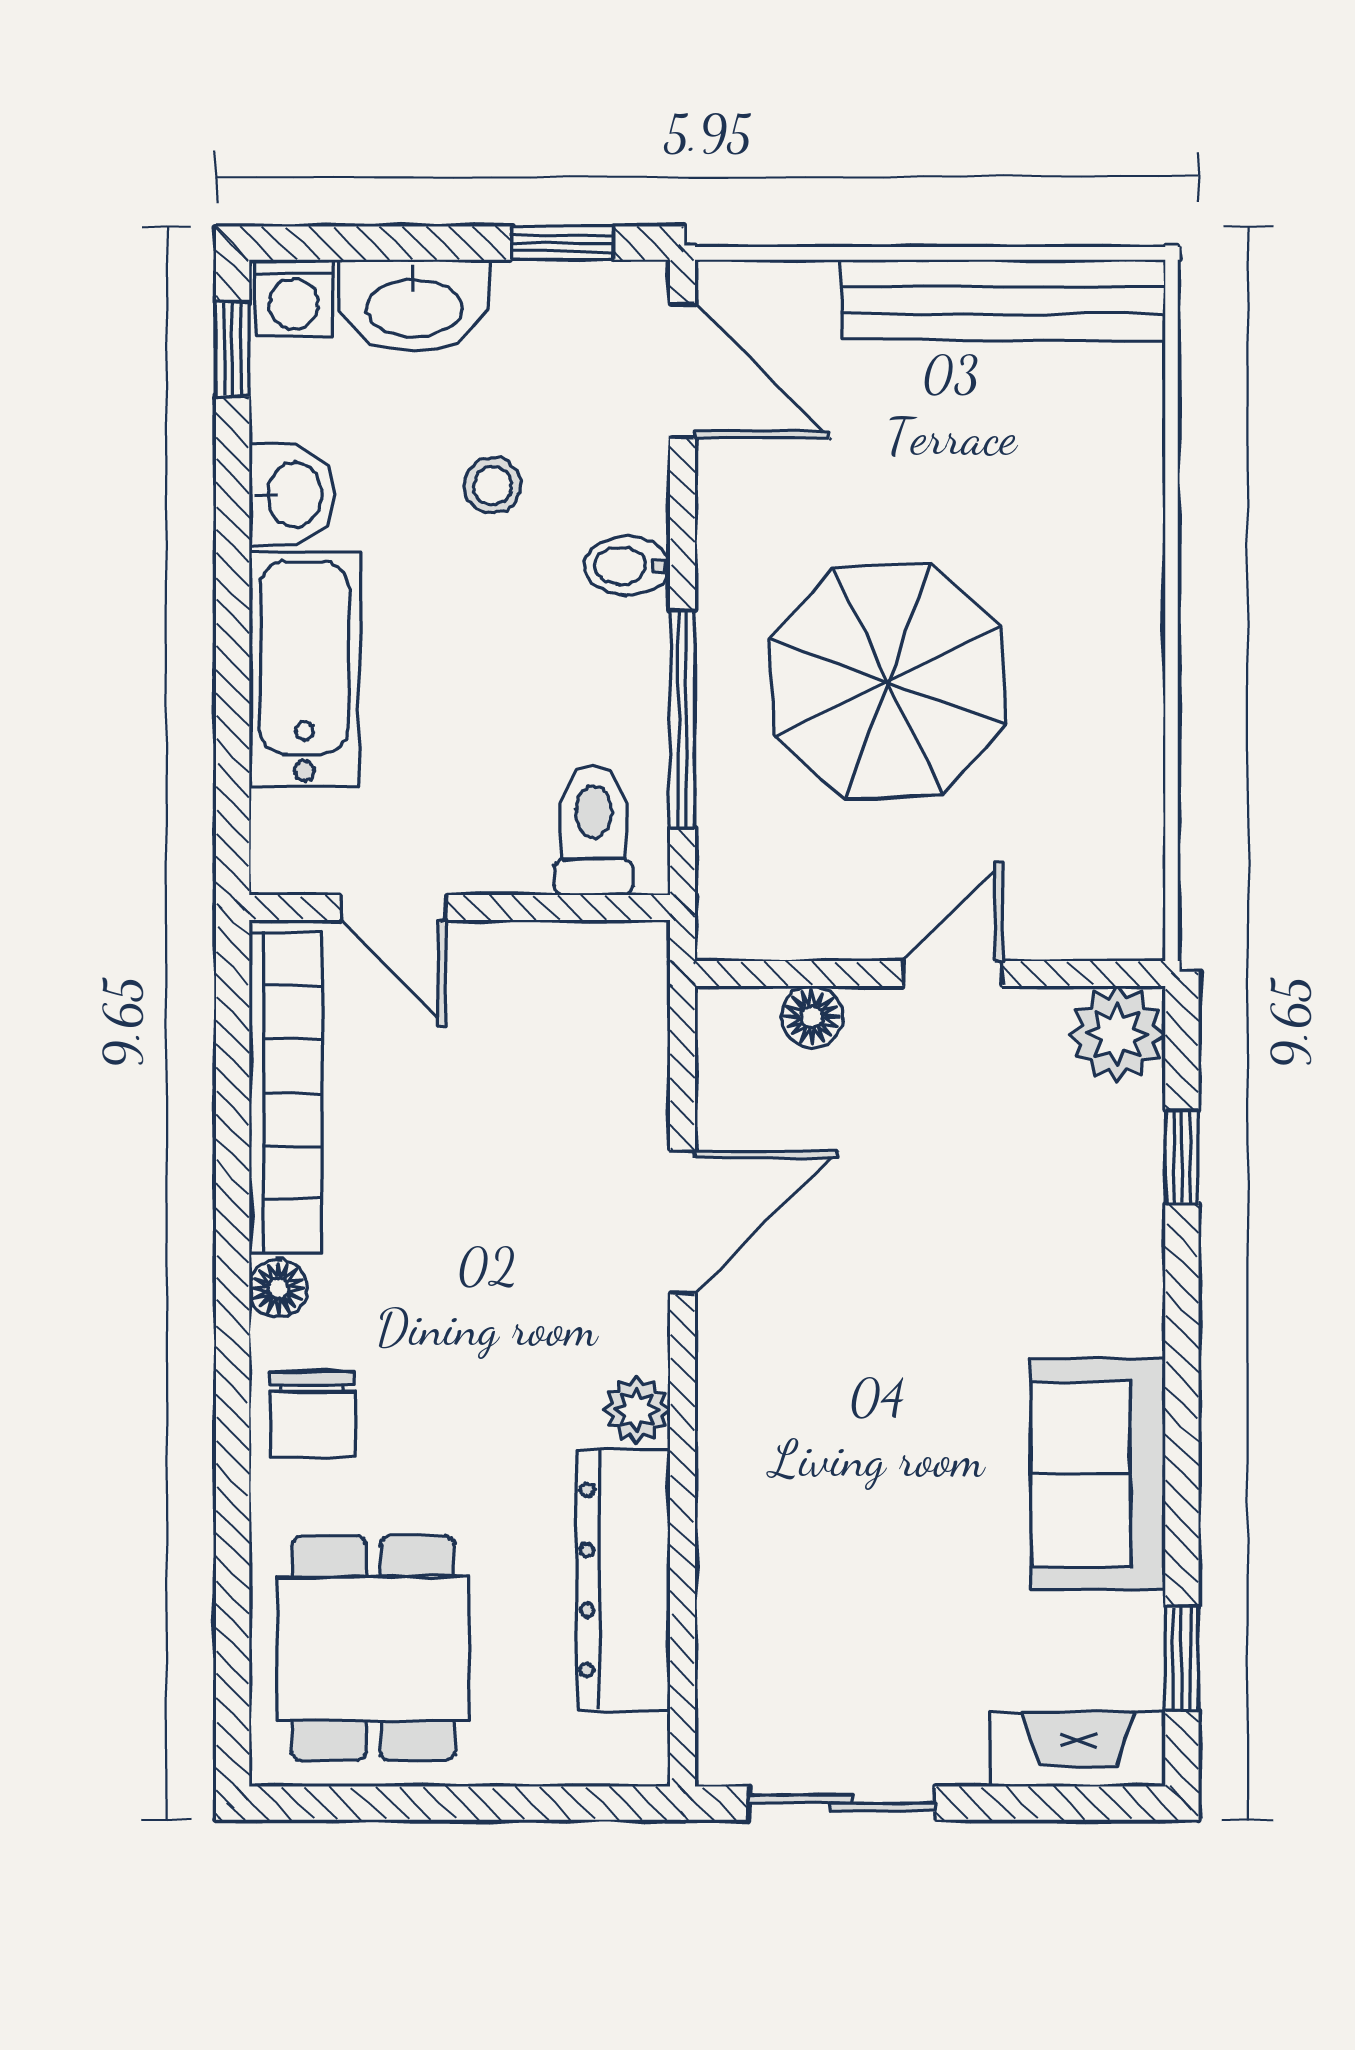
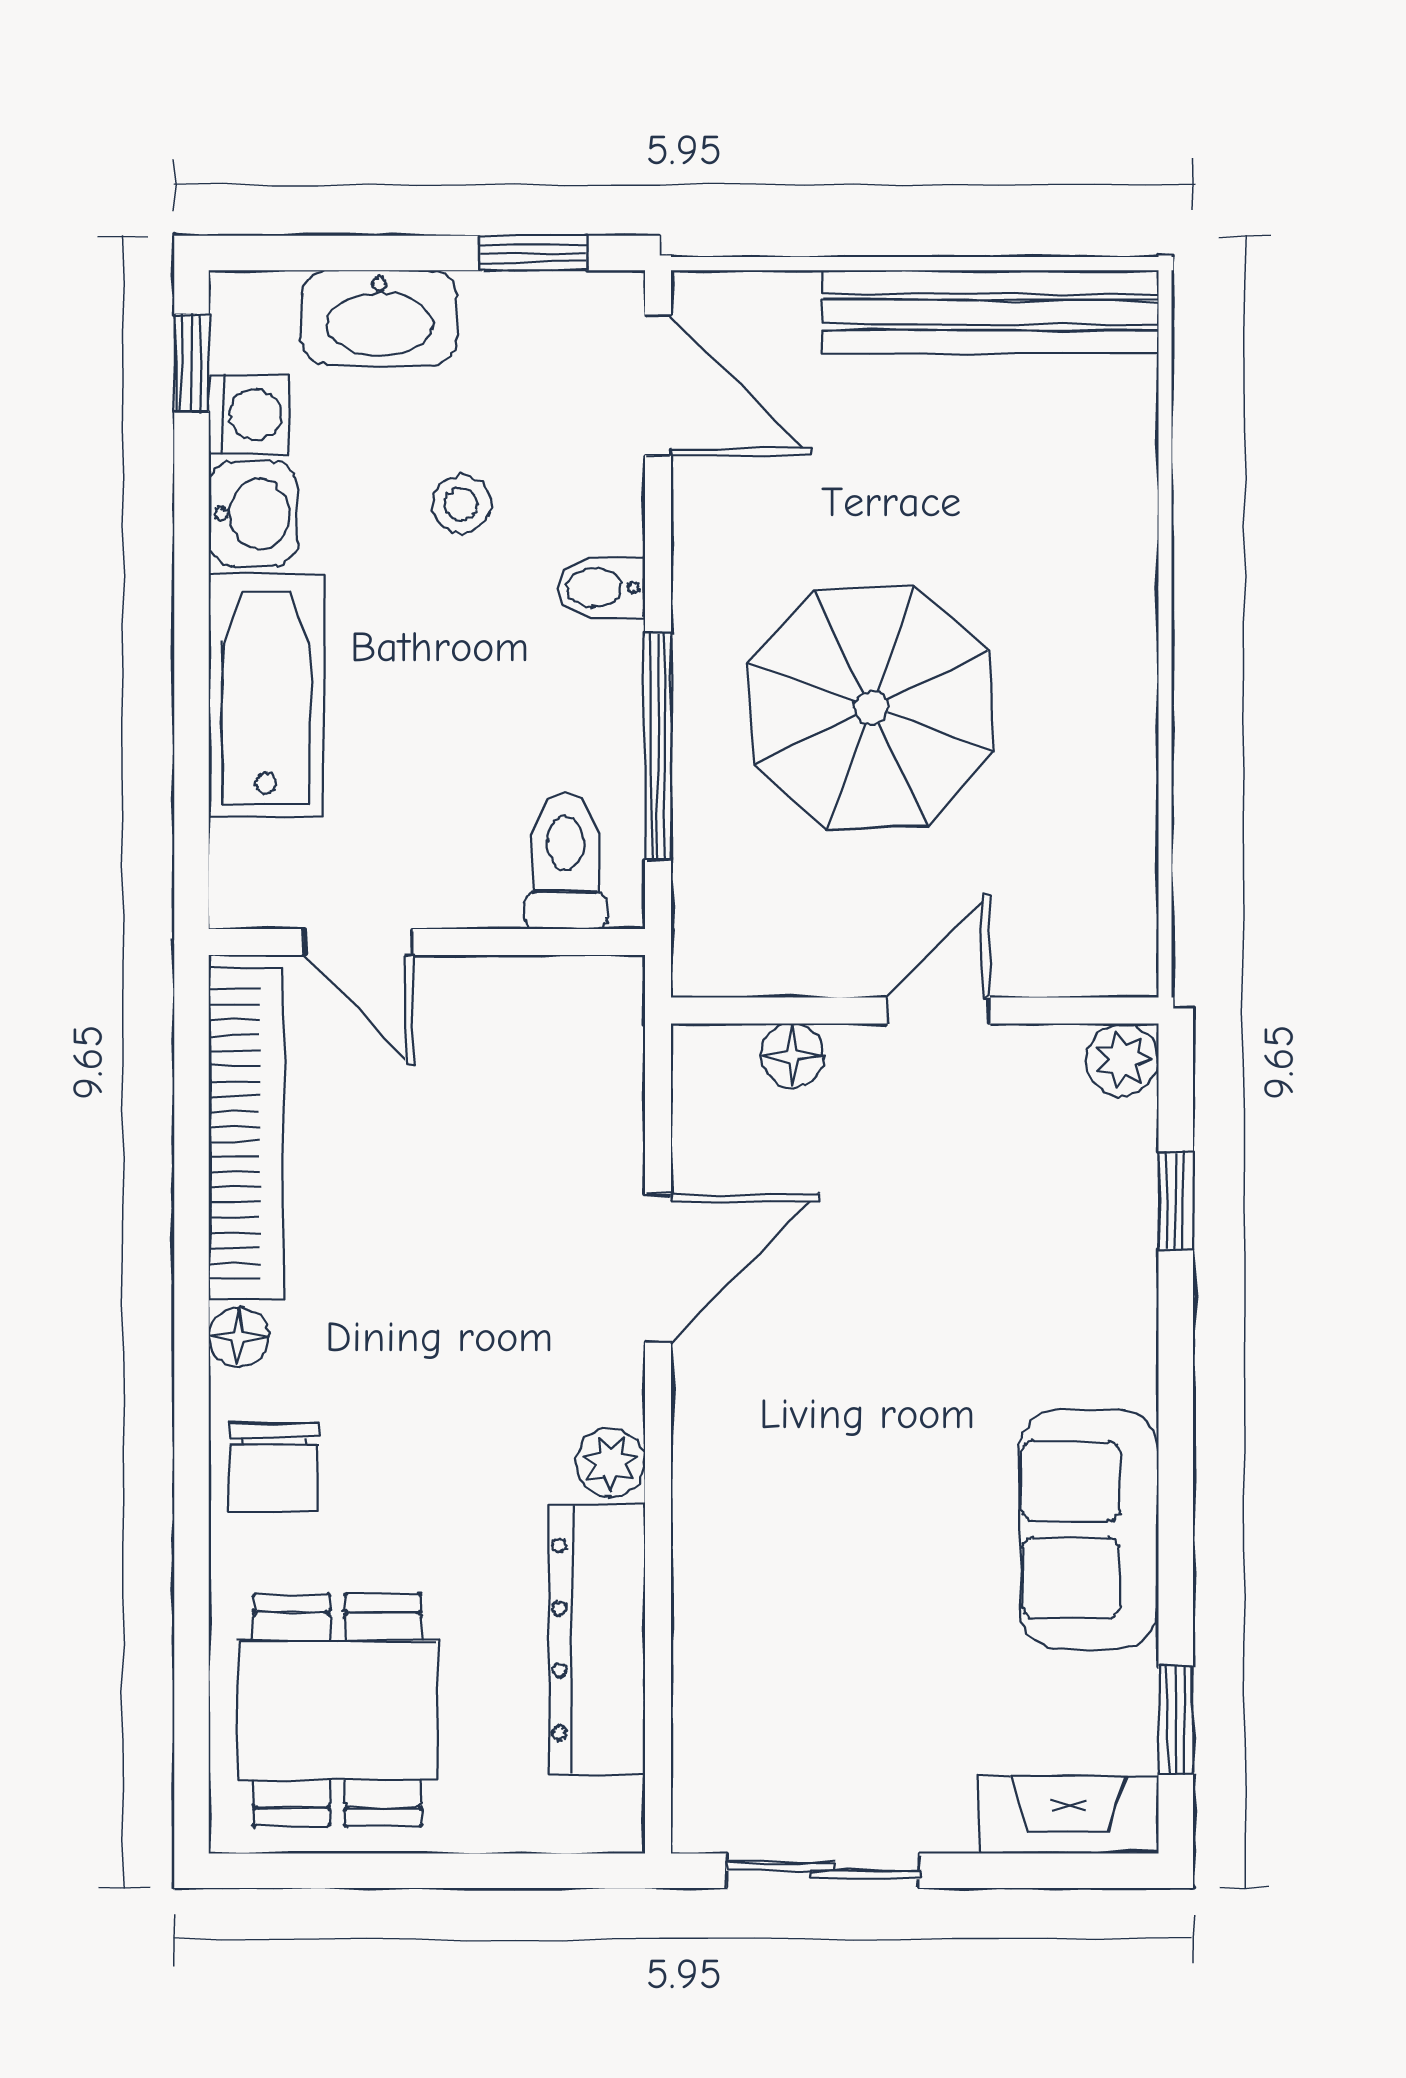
washing machine: (294, 298) -> (249, 414), moved, turned -90
plant: (1117, 1034) -> (1122, 1060), width x0.73, depth x0.73

